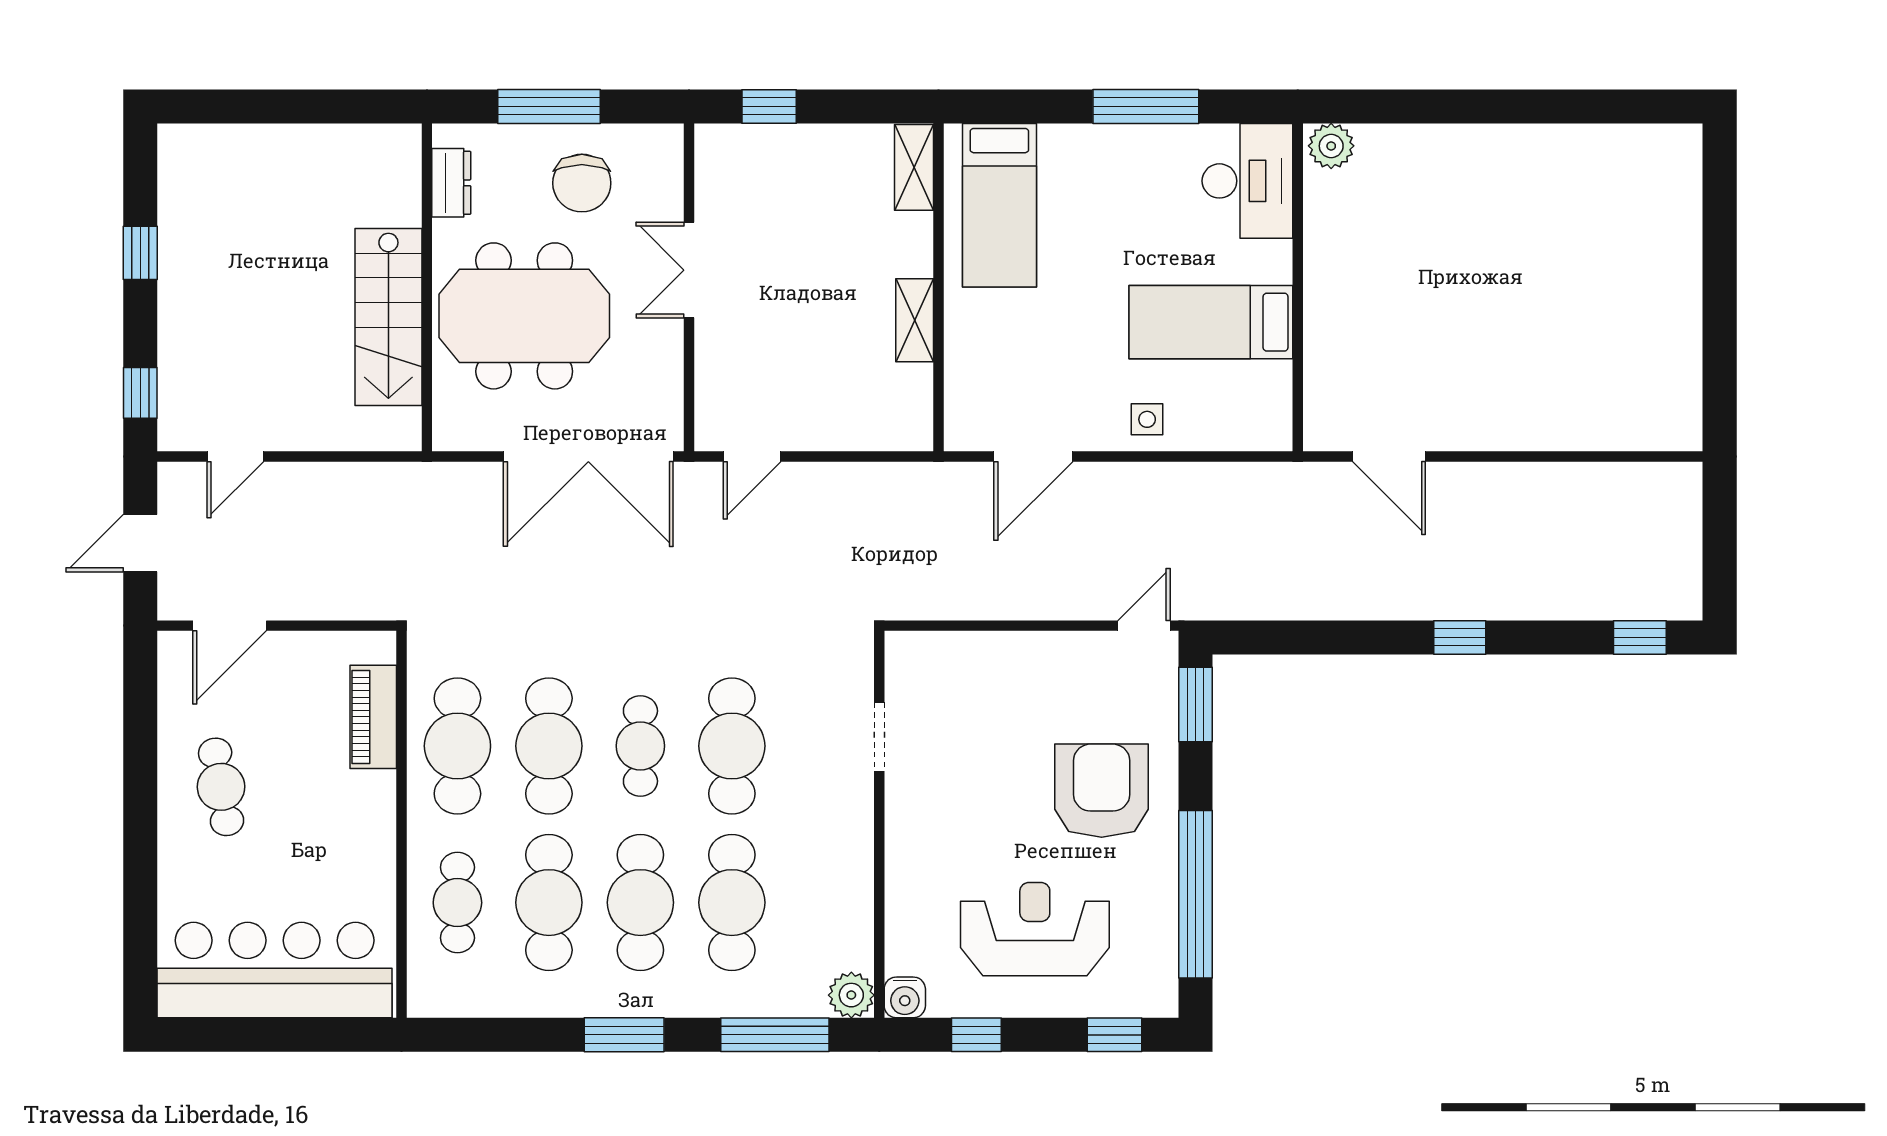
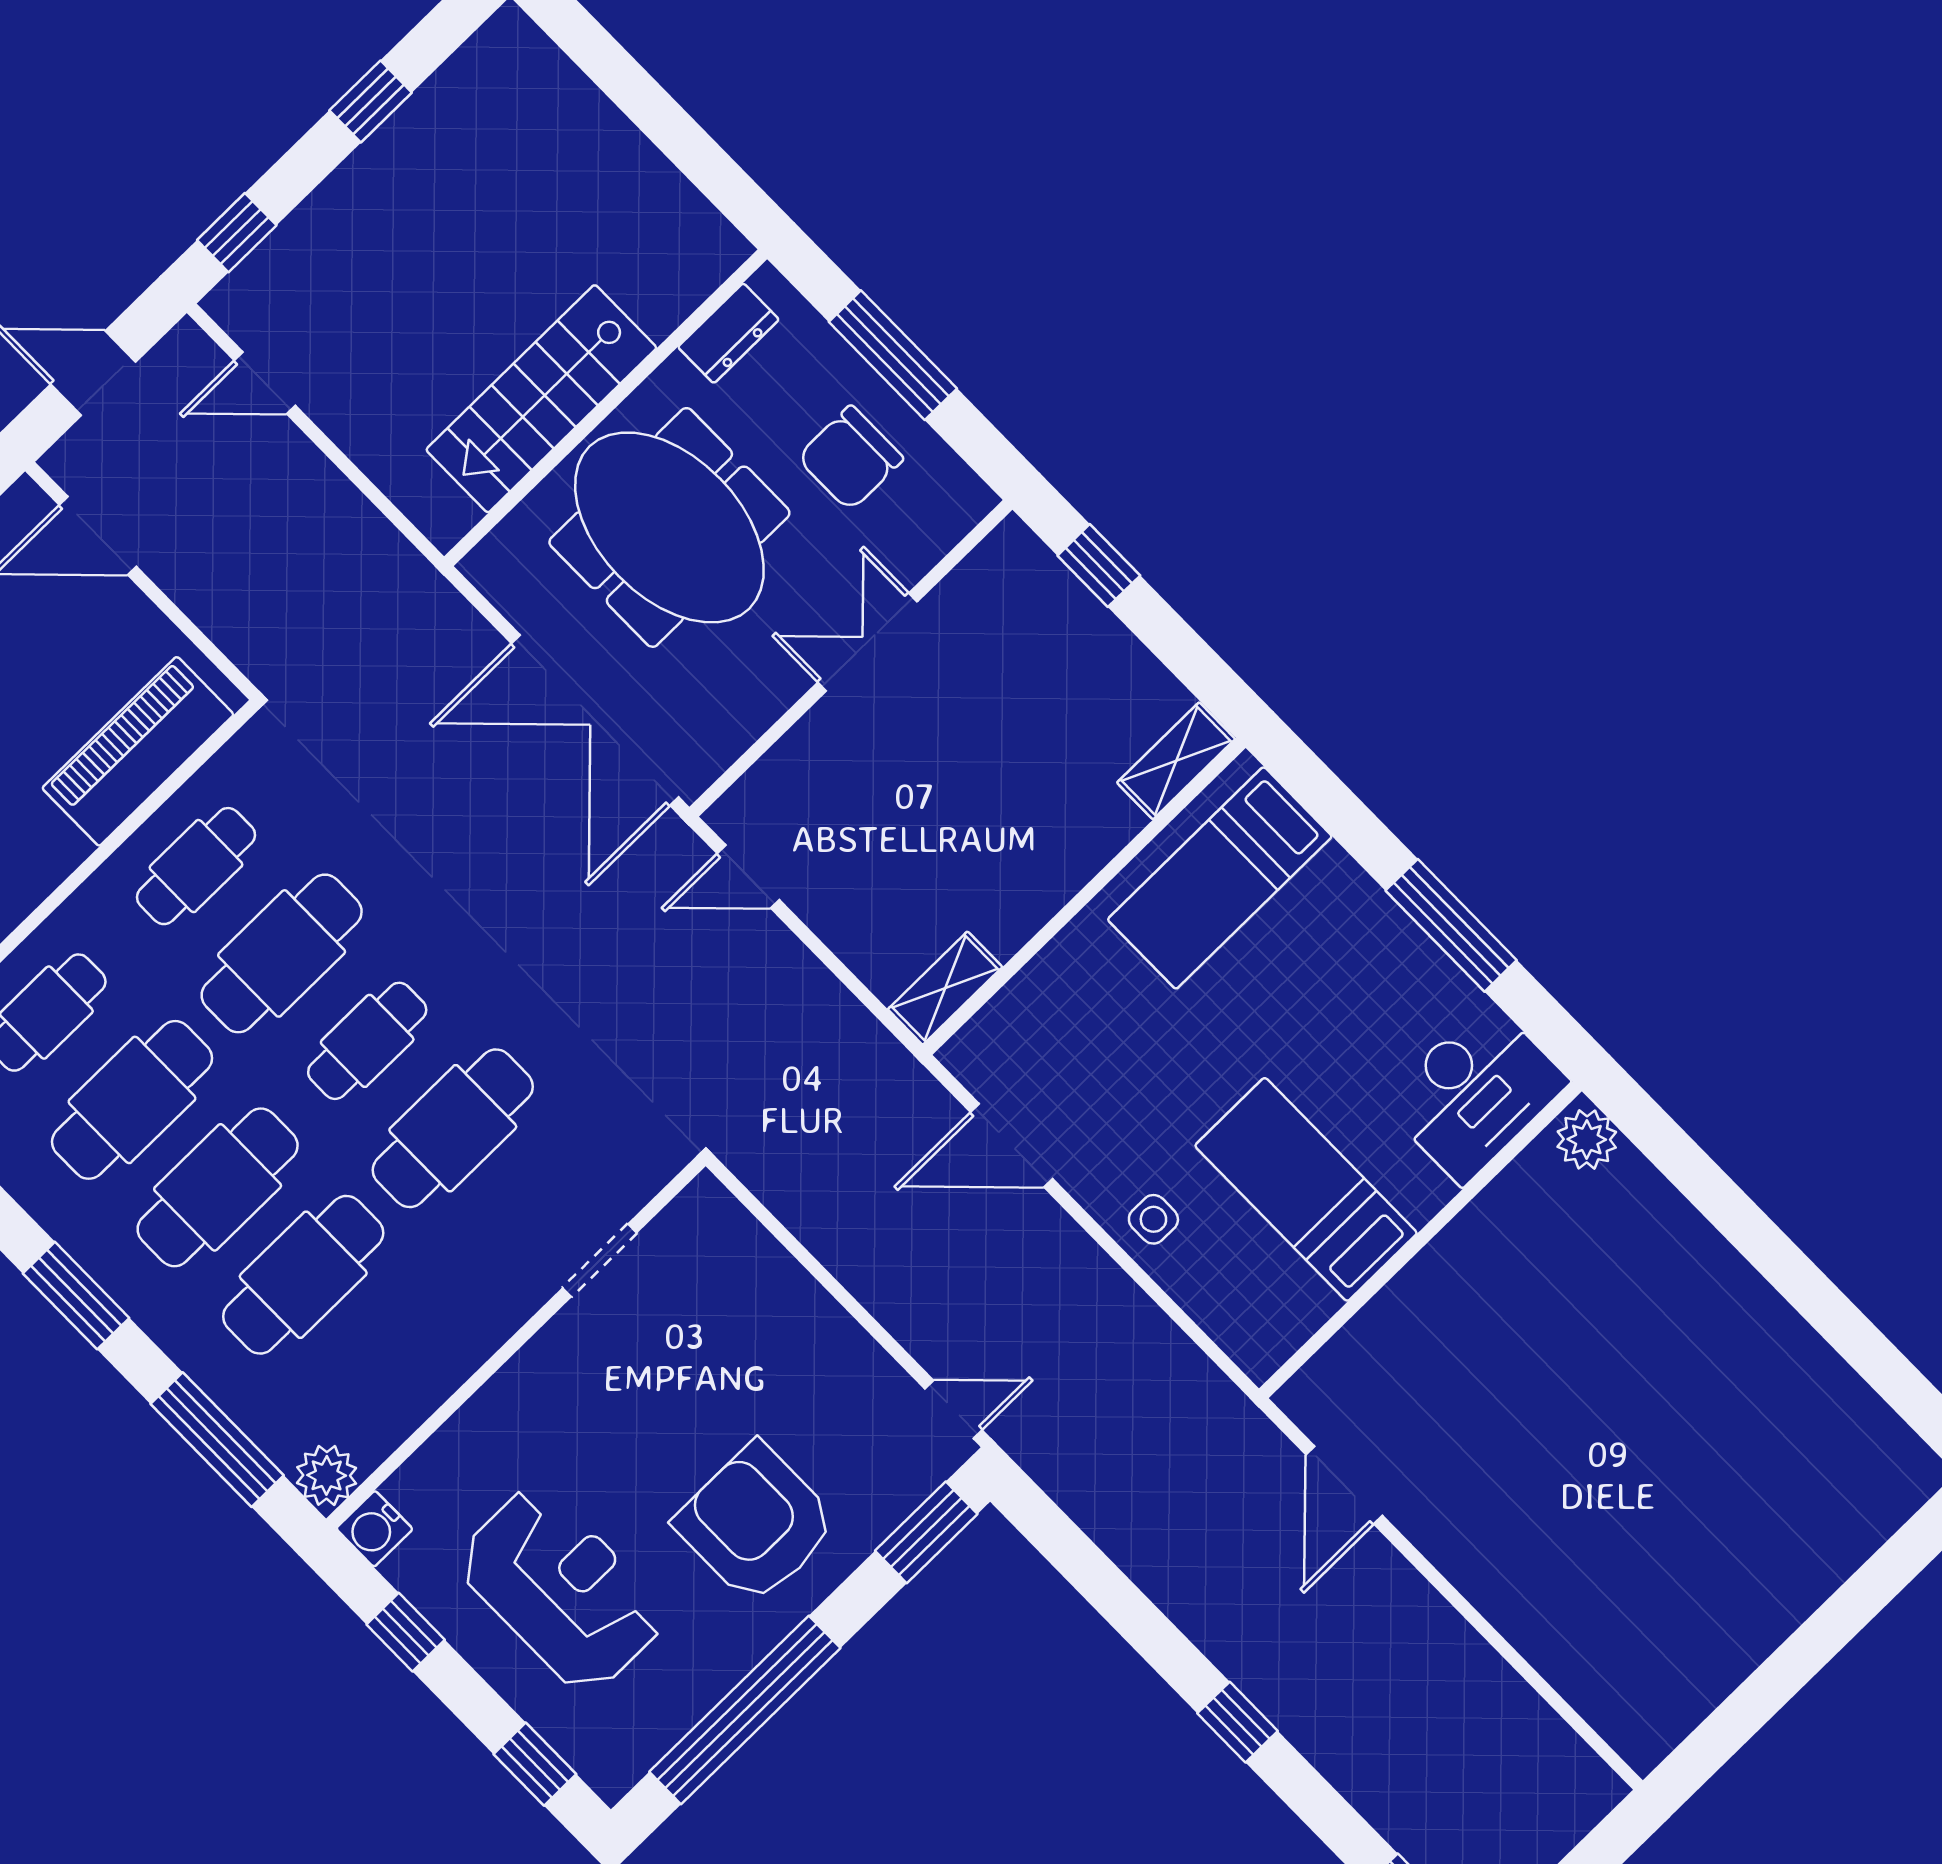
shelving: (915, 320) -> (945, 988), moved
piano: (373, 717) -> (138, 751), width x1.37, depth x1.33
cafe table: (457, 746) -> (196, 866), width x0.73, depth x0.74
armchair: (1102, 791) -> (756, 1523), turned -90

